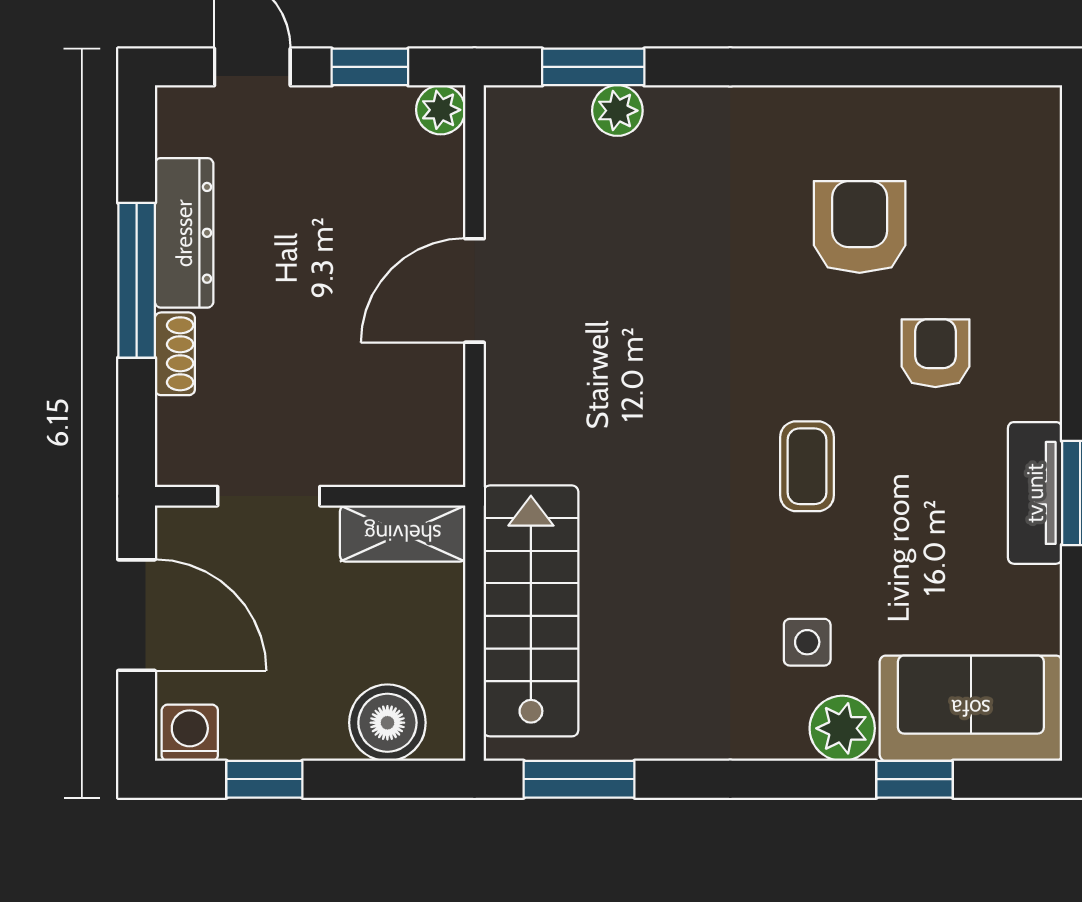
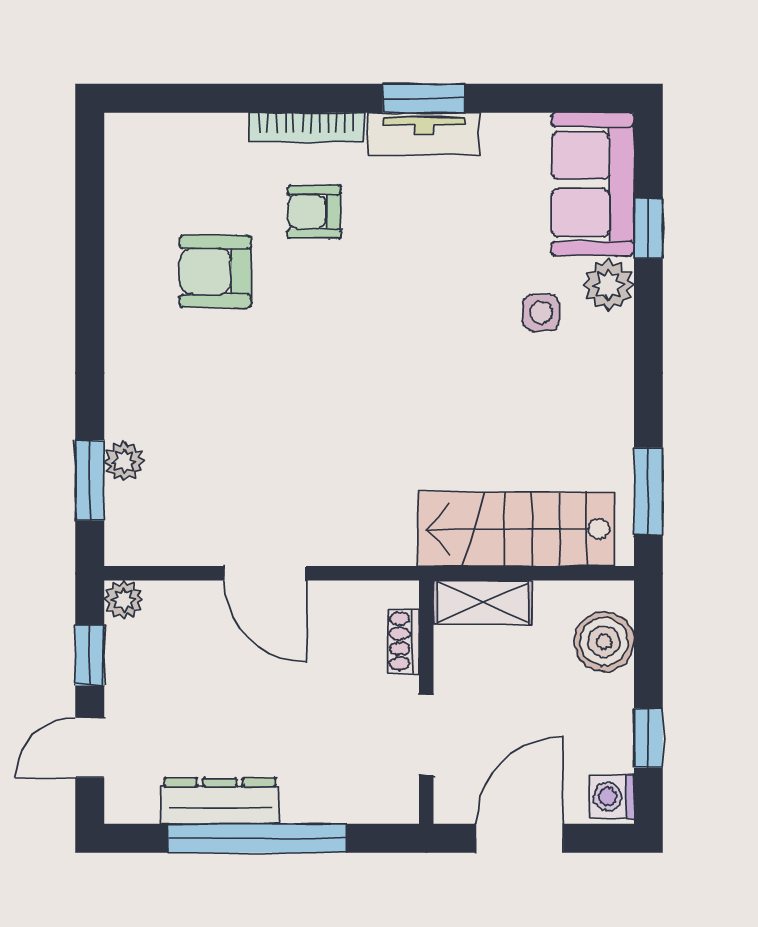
window: (137, 280) -> (257, 838), width x1.46
bookcase: (1043, 343) -> (307, 127), added
shoe rack: (175, 354) -> (403, 641), moved, turned -90
coffee table: (807, 466) -> (403, 313), removed
shelving: (403, 533) -> (483, 603), moved, turned 90

